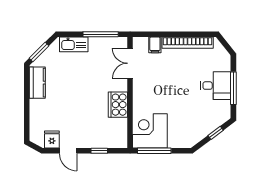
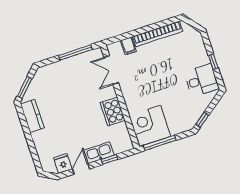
kitchen sink: (74, 44) -> (99, 153), moved, turned 180
desk: (216, 86) -> (201, 80), moved
window: (233, 88) -> (213, 62), width x0.46
window: (216, 133) -> (202, 120), moved
door: (68, 151) -> (81, 169), swing flipped

